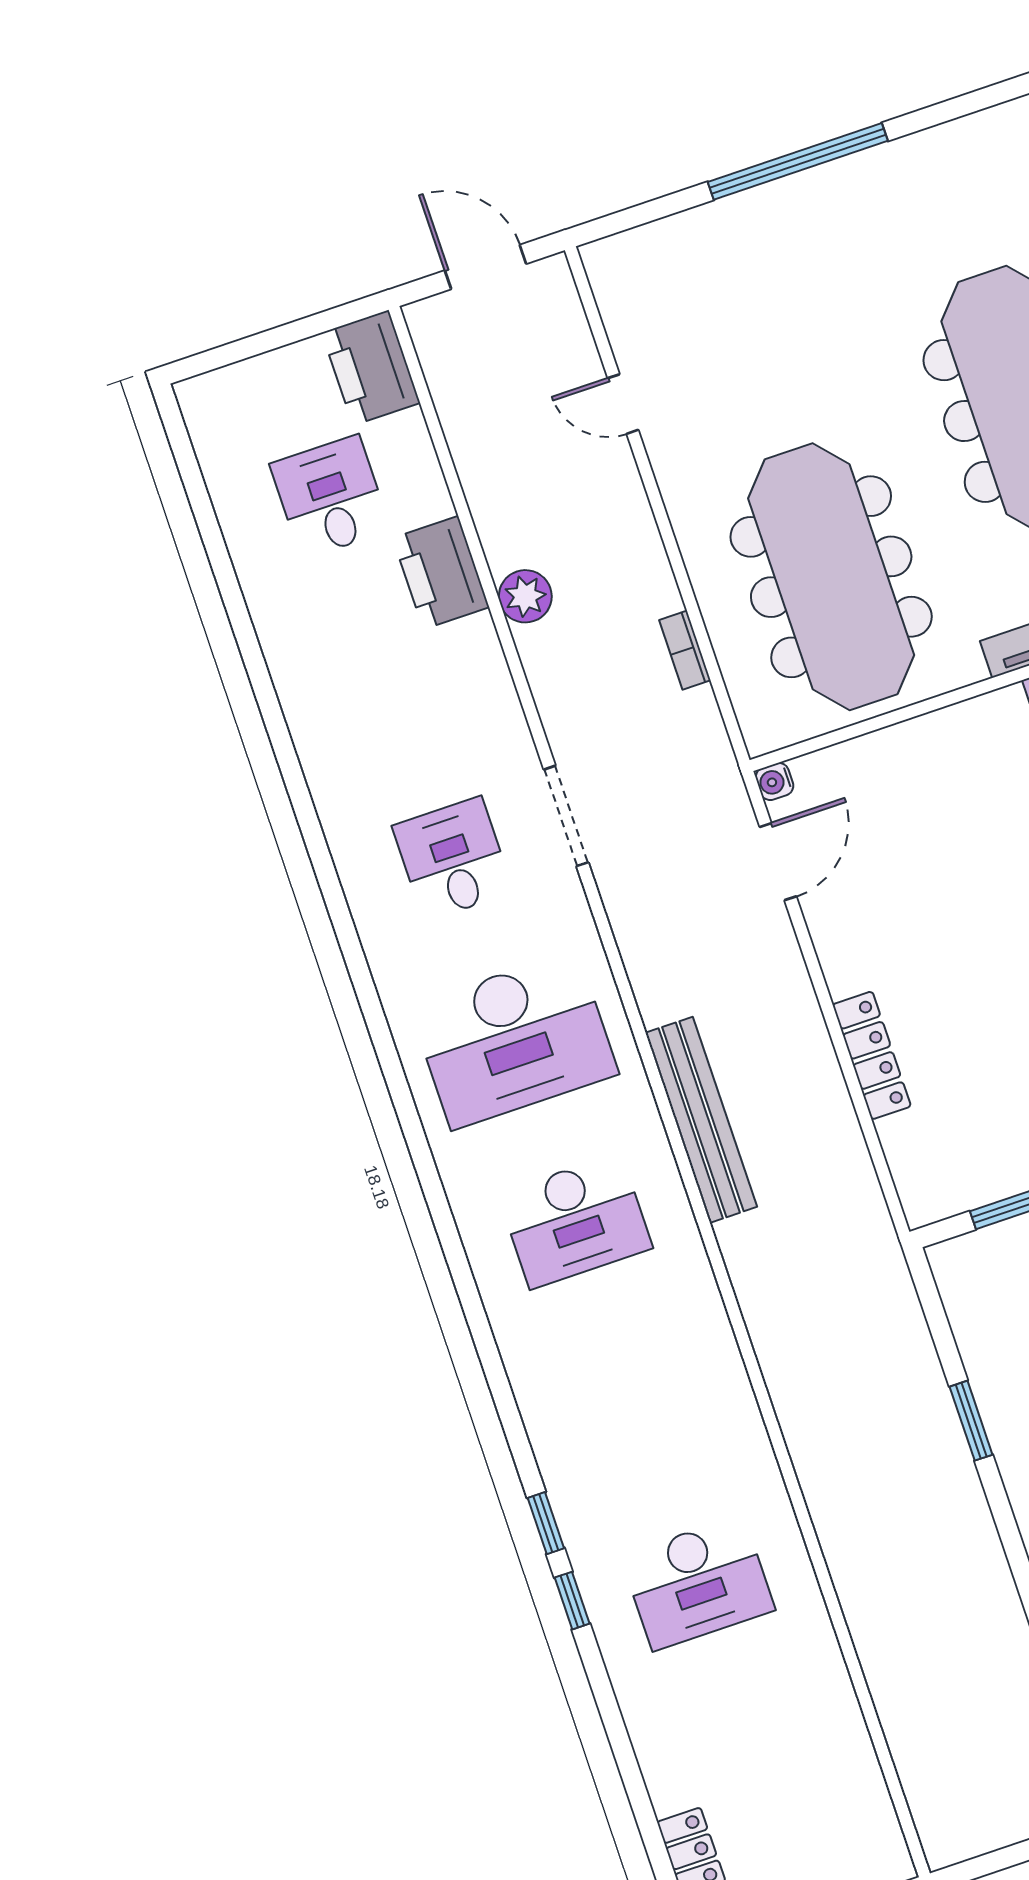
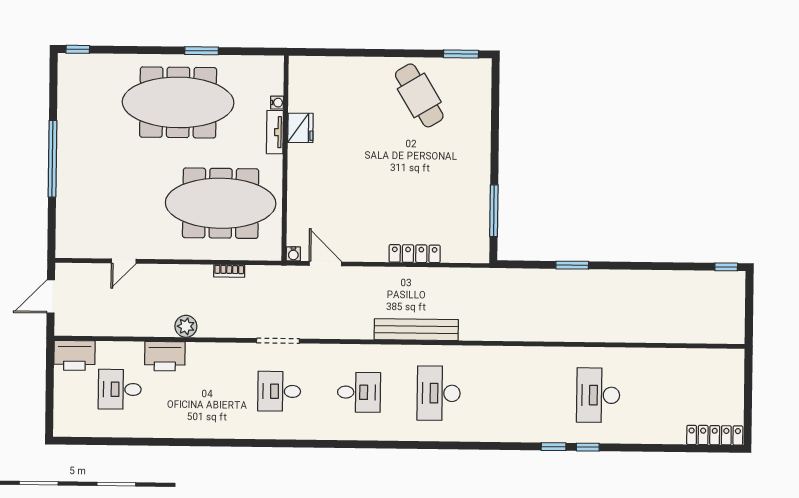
desk: (514, 1040) -> (359, 392), width x0.53, depth x0.77
desk: (575, 1221) -> (439, 393), turned 180
desk: (698, 1583) -> (598, 395), turned 180

